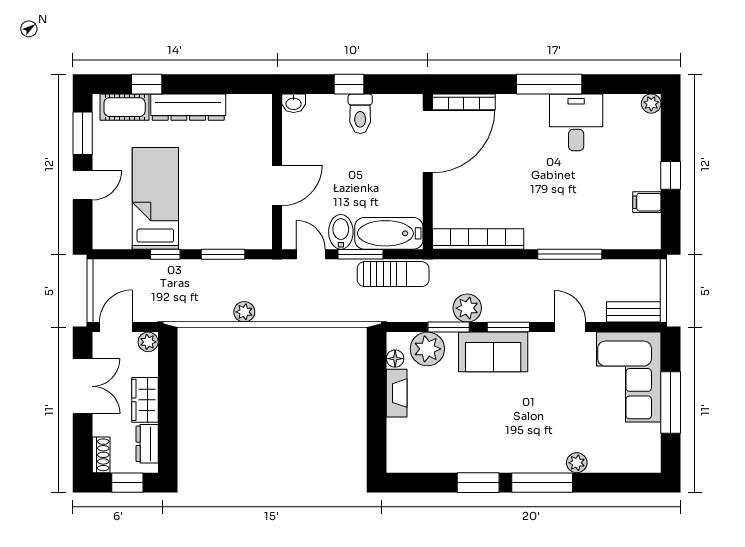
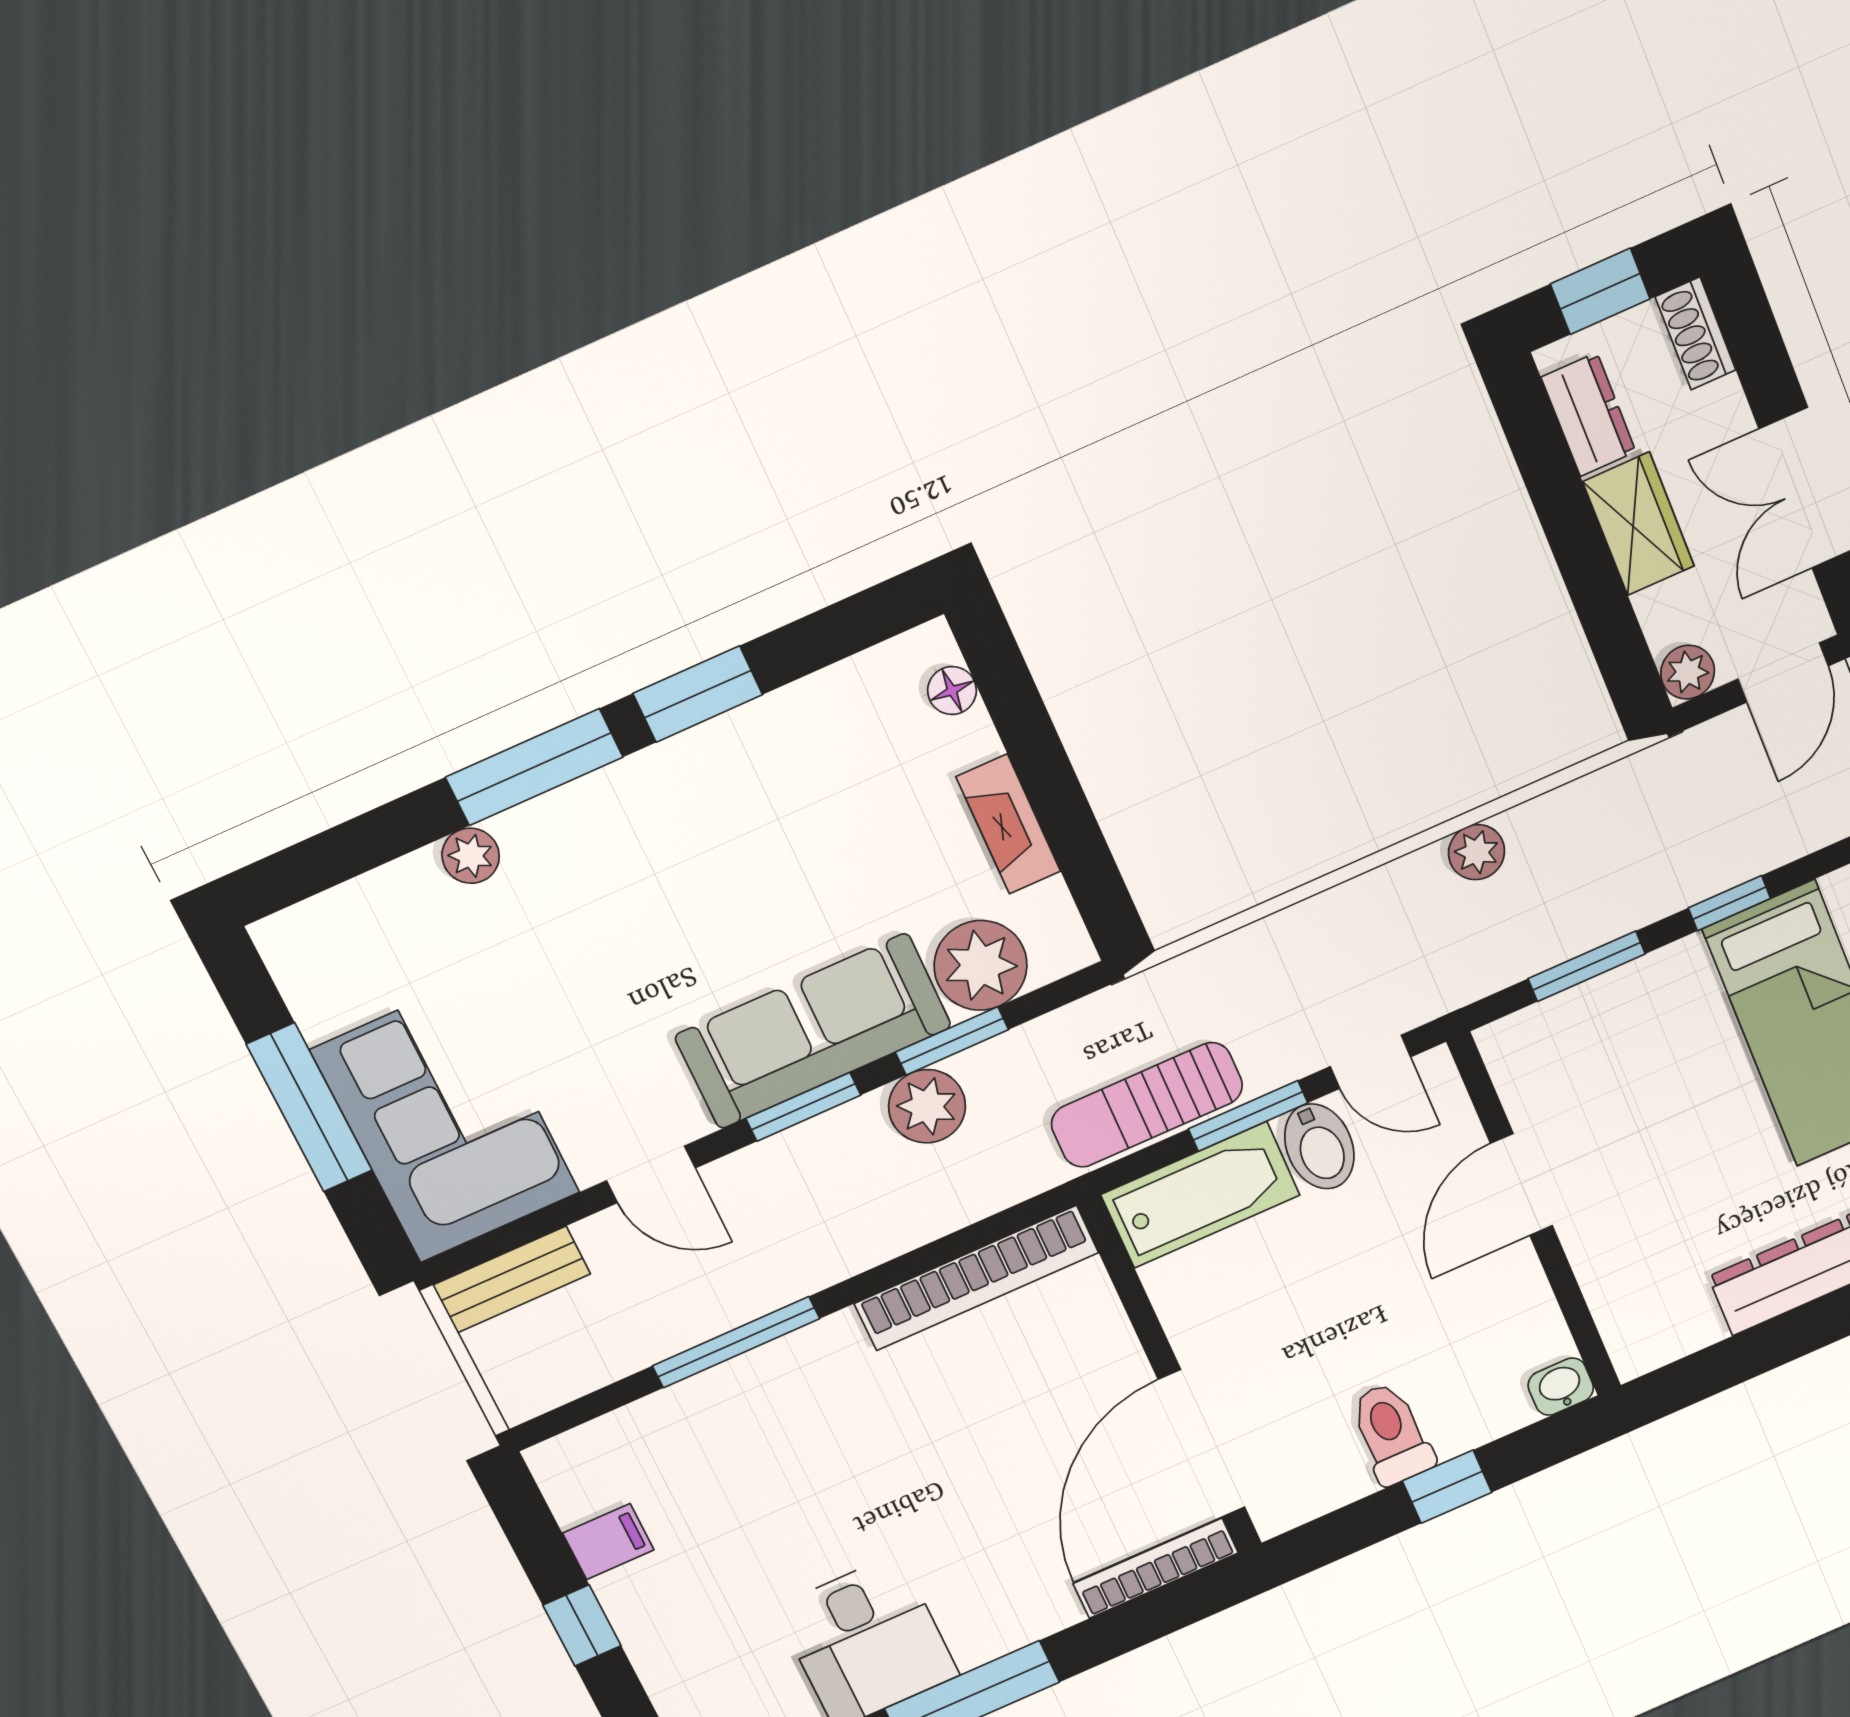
sofa: (493, 352) -> (813, 1031), width x1.36
floor lamp: (395, 359) -> (952, 691), moved

